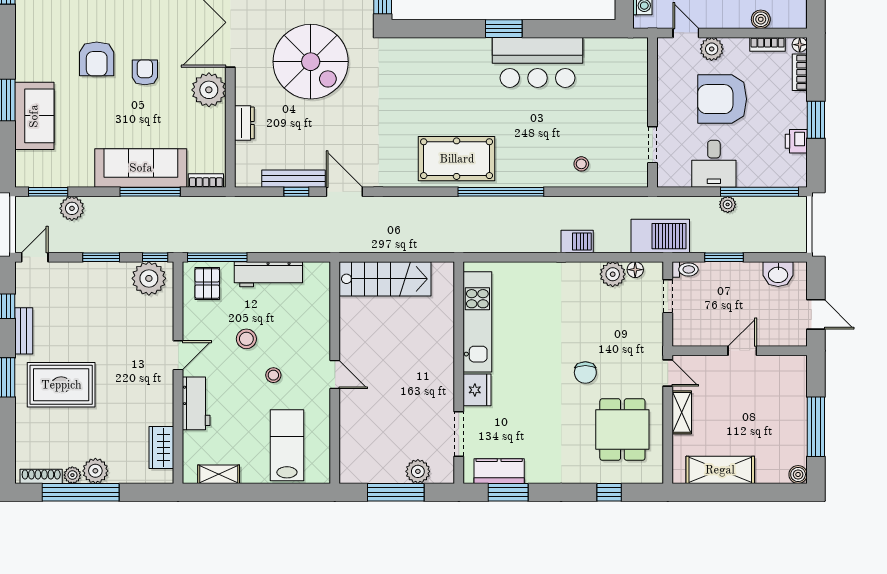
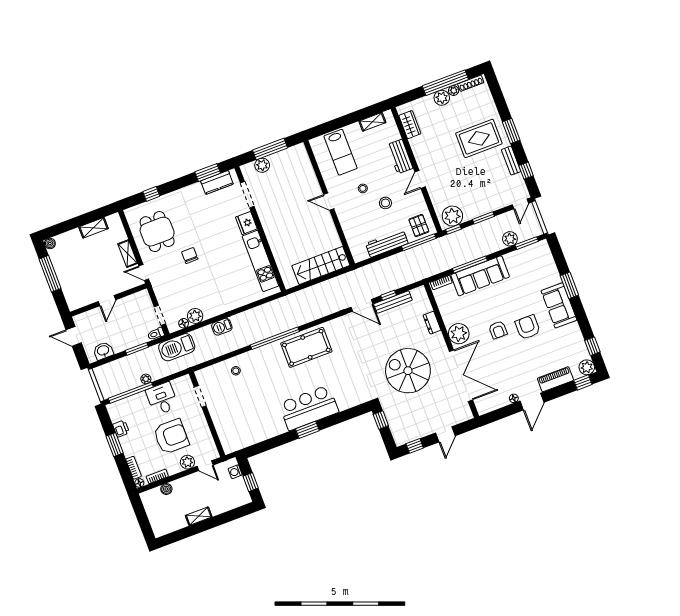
bar counter: (537, 62) -> (309, 408), moved
sofa: (34, 116) -> (559, 305), moved
shelving: (720, 470) -> (93, 228), width x0.67, depth x0.75

